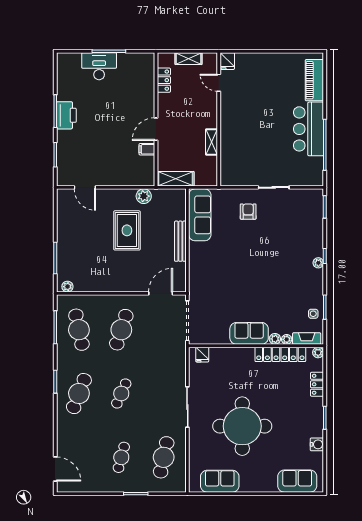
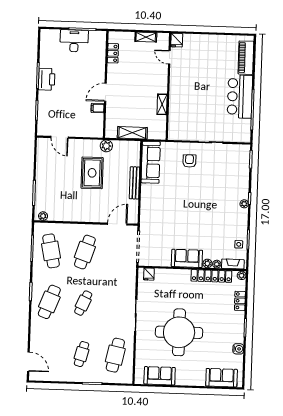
locker: (164, 80) -> (113, 53), moved
wall: (156, 119) -> (106, 84), moved
door: (156, 129) -> (105, 92), moved
filing cabinet: (147, 149) -> (98, 108), moved

